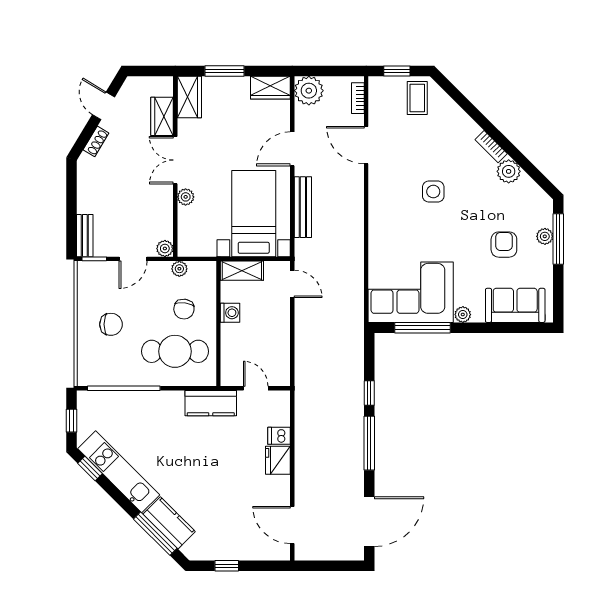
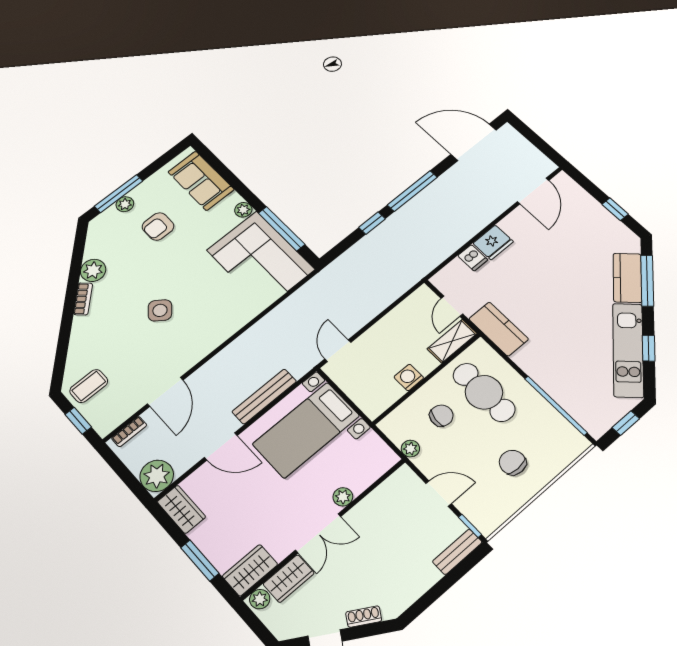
side table: (433, 192) -> (160, 310), turned 38
plant: (165, 248) -> (260, 599), moved
shelving: (242, 271) -> (452, 341), moved, turned 90
window: (90, 468) -> (649, 348), moved

